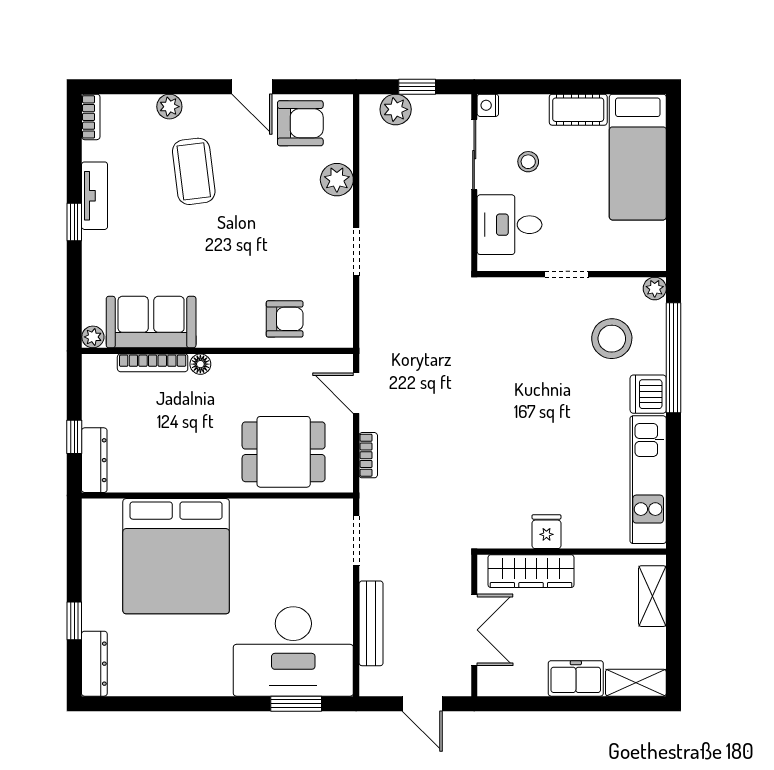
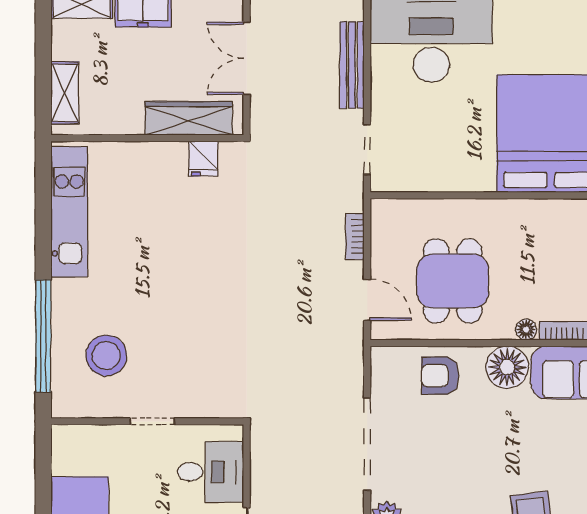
doorway: (356, 252) -> (367, 444), width x1.87
plant: (655, 288) -> (62, 407), removed
floor lamp: (219, 327) -> (507, 367), added
dishwasher: (648, 394) -> (69, 299), removed
dining table: (284, 452) -> (453, 281), moved, turned 90
fridge: (546, 532) -> (203, 159), moved

